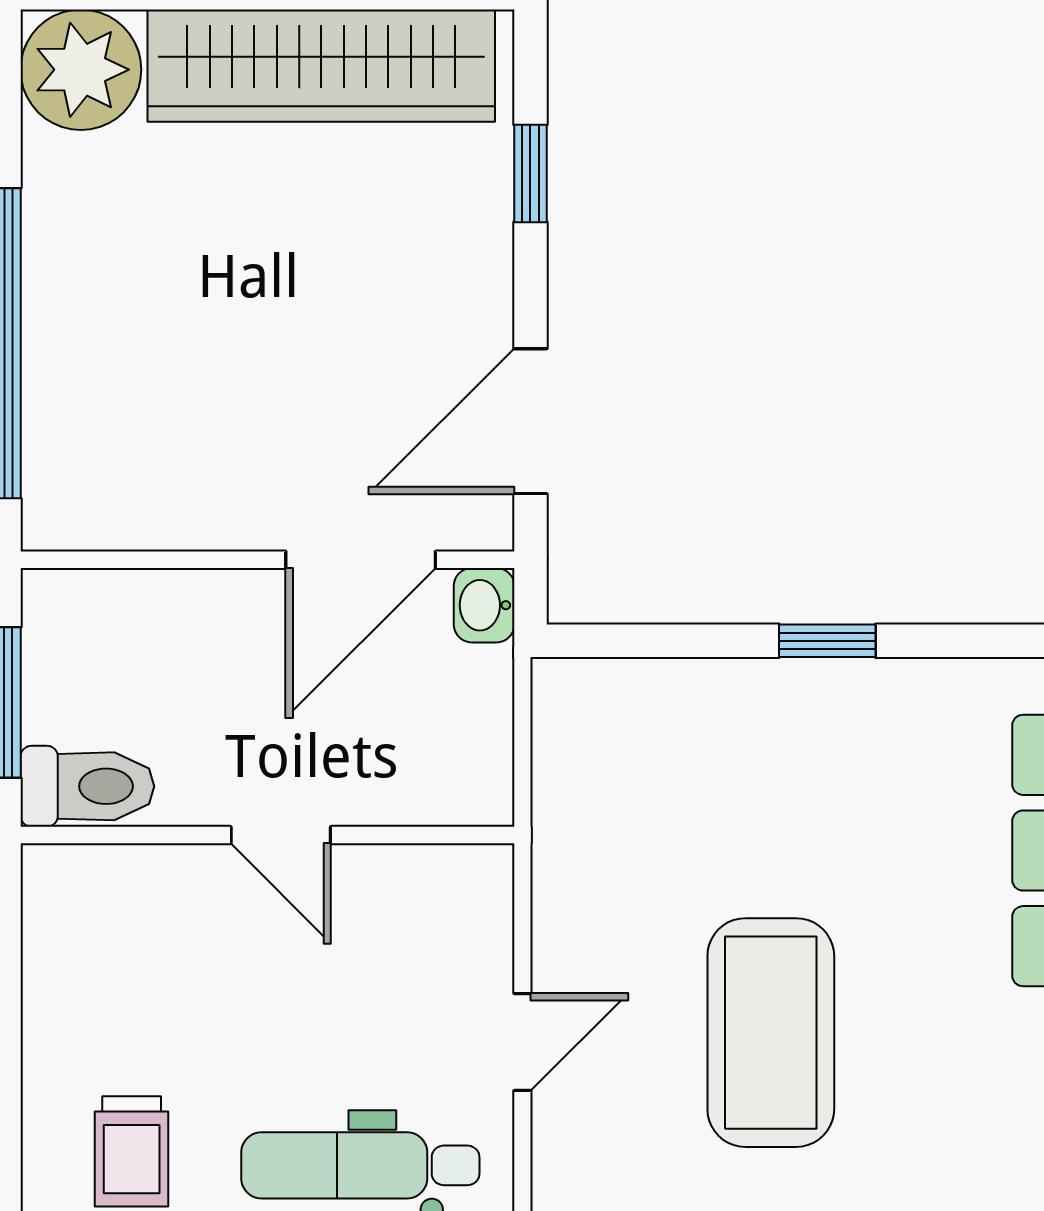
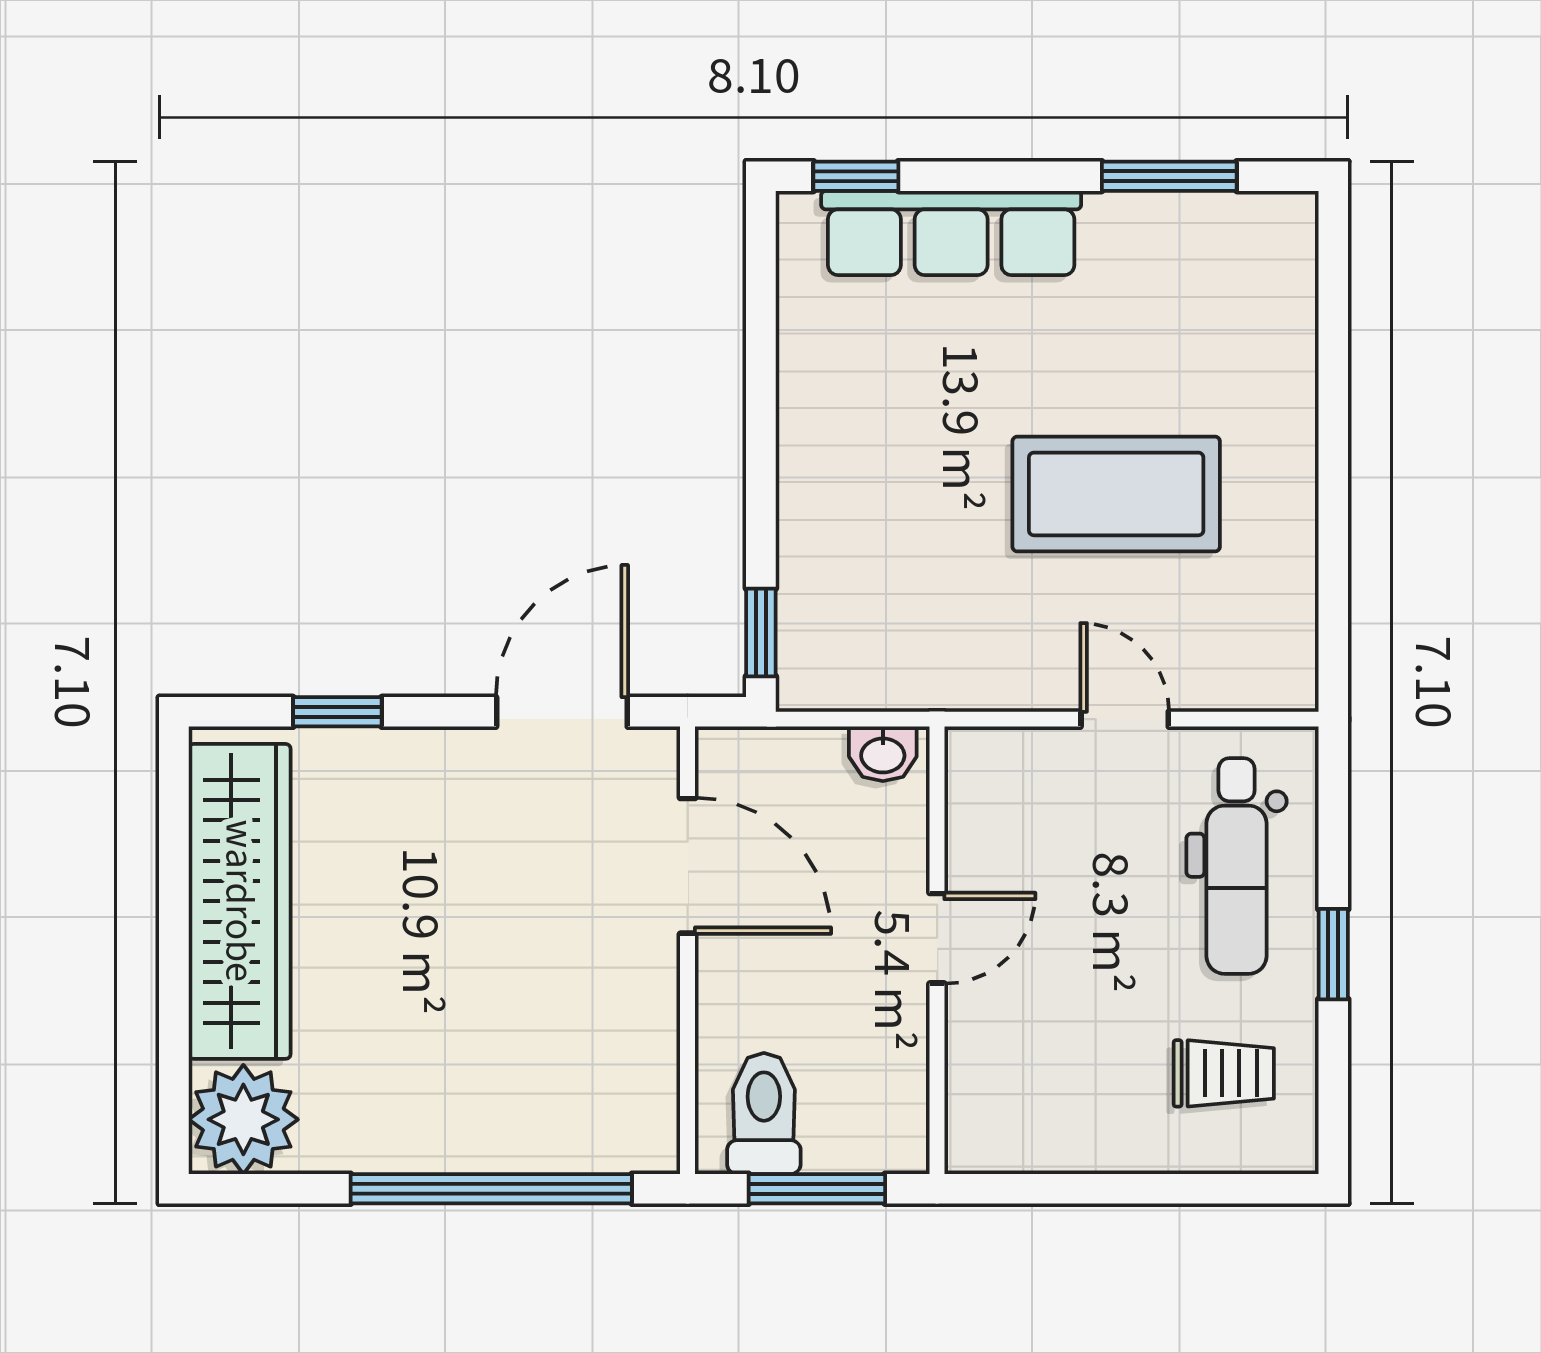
door: (530, 421) -> (562, 712), swing flipped
washbasin: (484, 605) -> (883, 754), moved
window: (827, 641) -> (761, 632), moved
toilet: (87, 786) -> (764, 1113), moved

